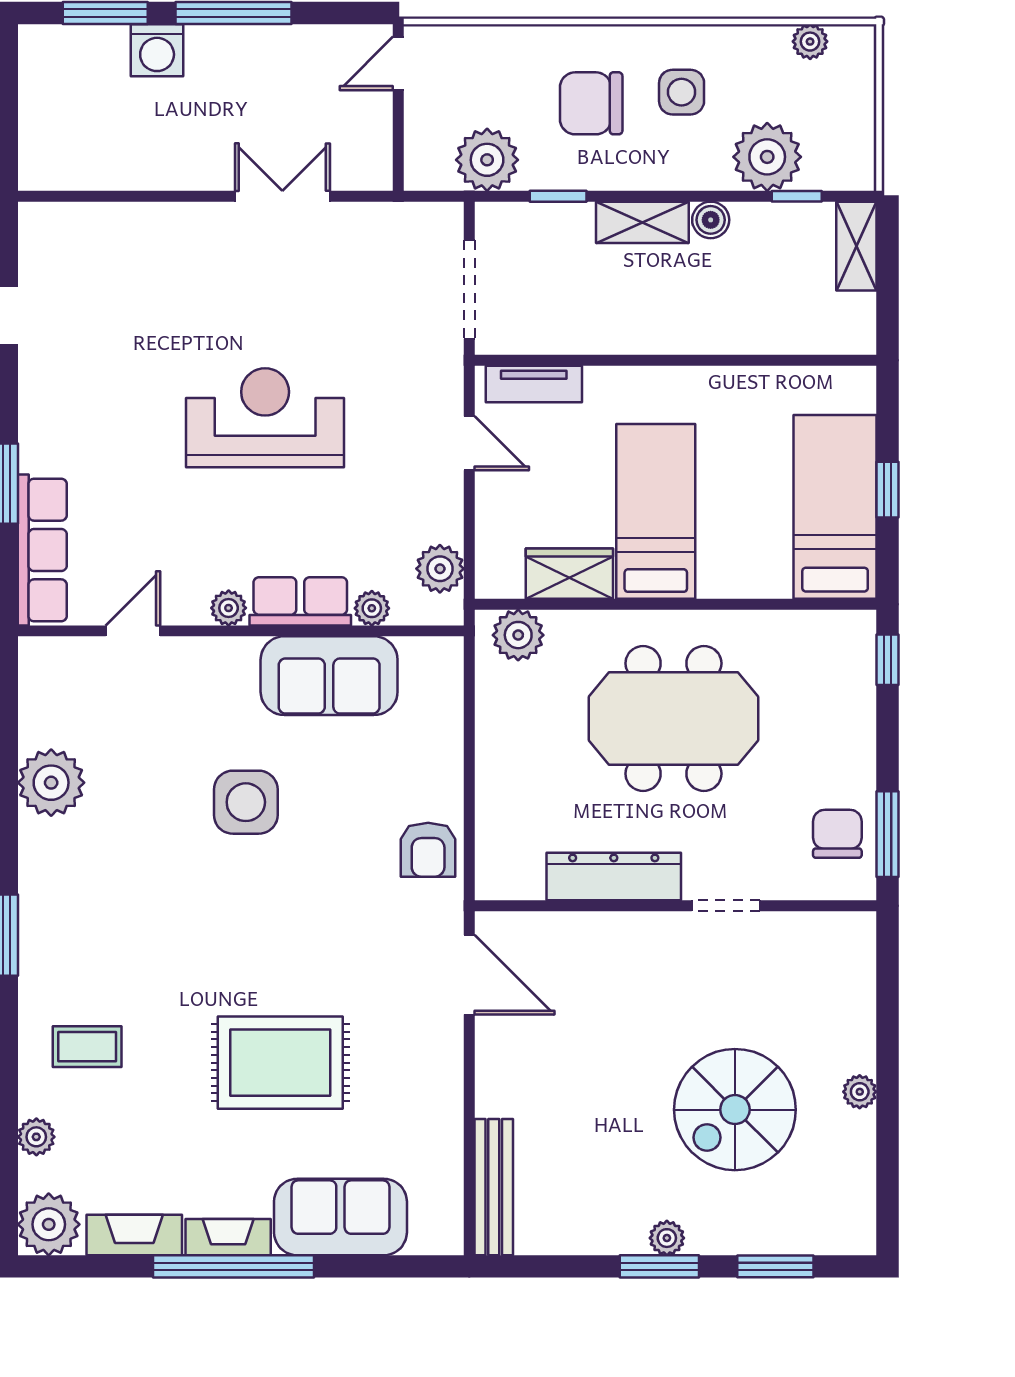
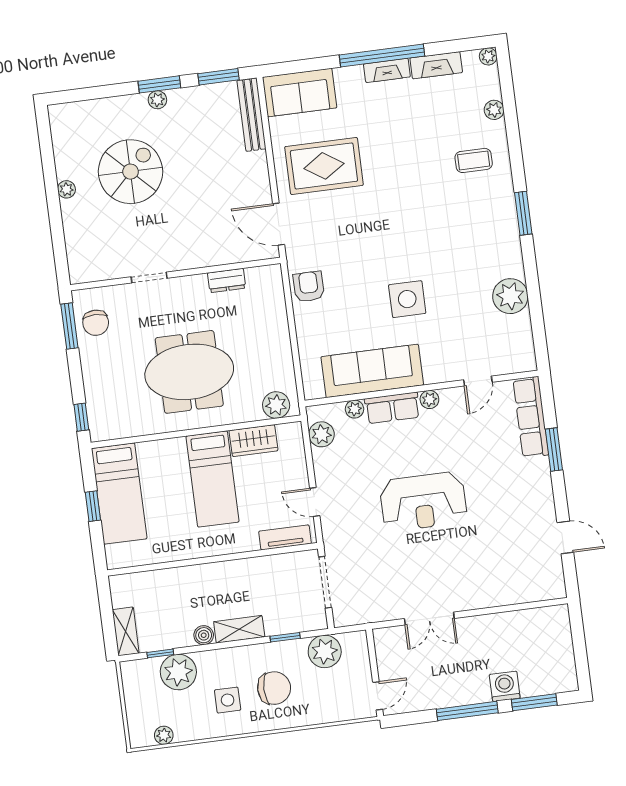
sofa: (329, 676) -> (372, 371), width x1.36
dresser: (614, 877) -> (227, 280), width x0.51, depth x0.80
rug: (280, 1063) -> (324, 166), moved
sofa: (340, 1217) -> (300, 92), moved
plant: (49, 1224) -> (488, 56), width x0.53, depth x0.53
window: (775, 1266) -> (219, 77), moved

